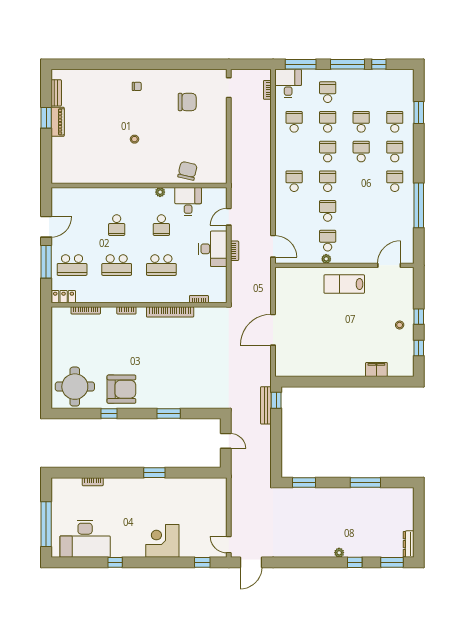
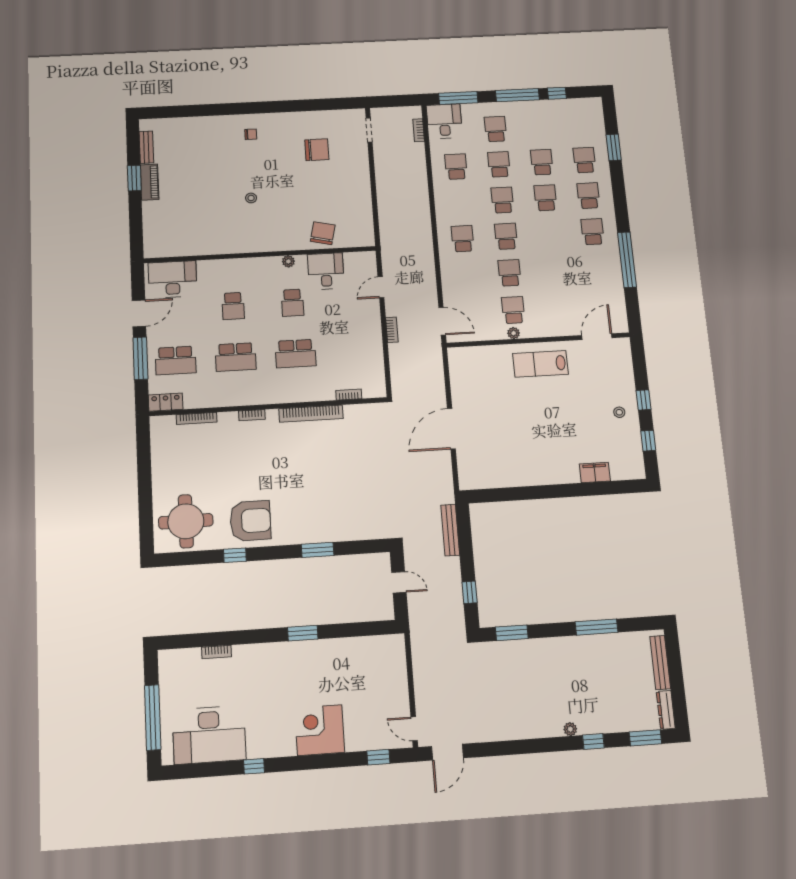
desk: (213, 249) -> (173, 279), moved, turned -90
window: (276, 400) -> (470, 592), moved
bench: (409, 511) -> (660, 663), added

